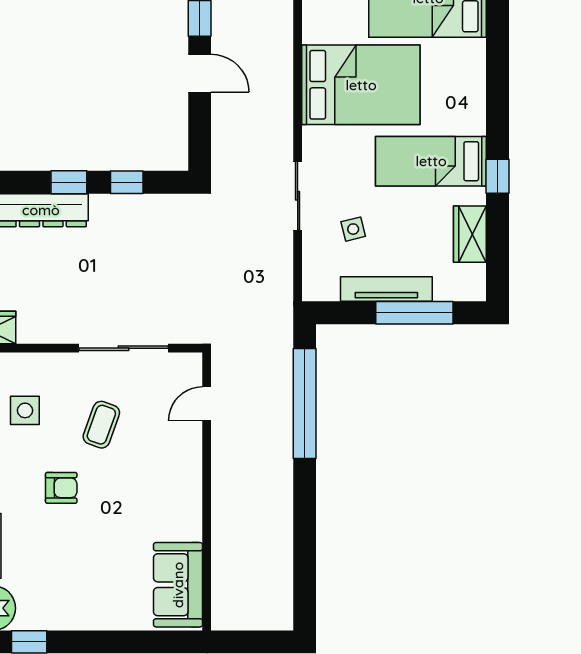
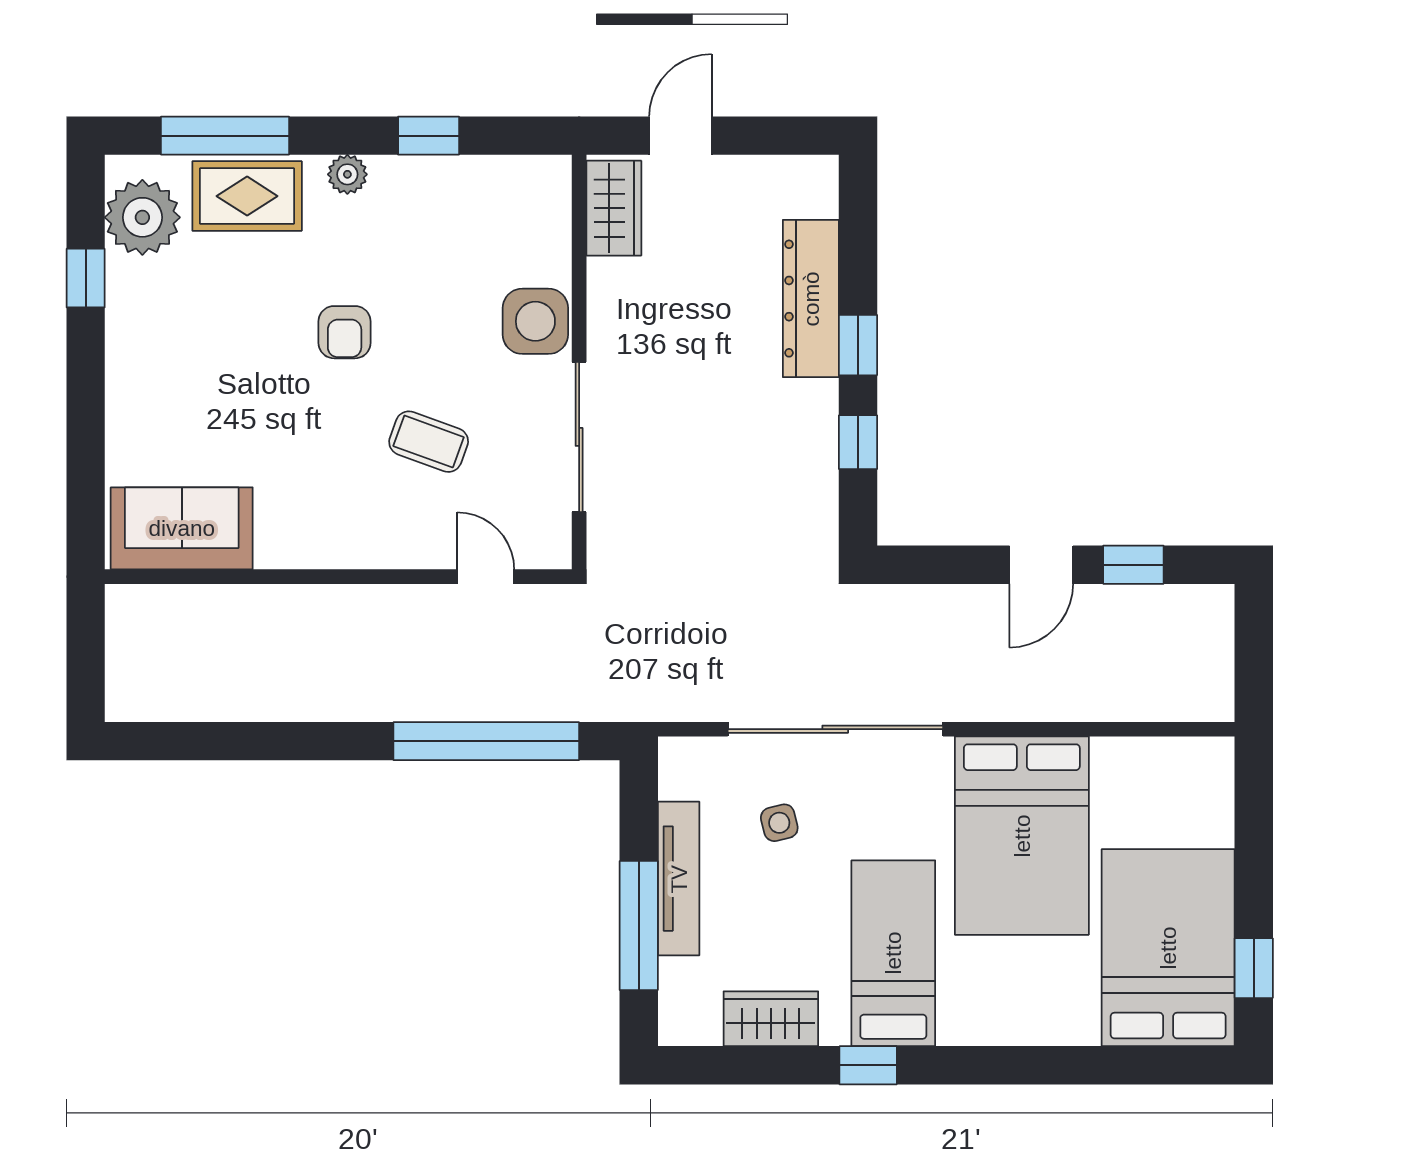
sliding door: (298, 196) -> (835, 729), width x1.86
side table: (25, 410) -> (535, 321), moved, width x1.37, depth x1.37
coffee table: (101, 425) -> (429, 442), moved

